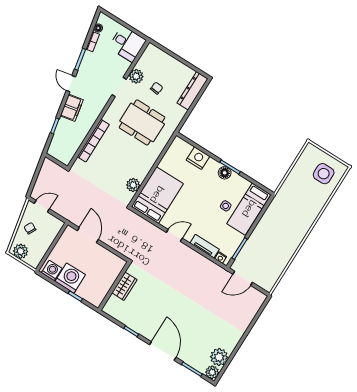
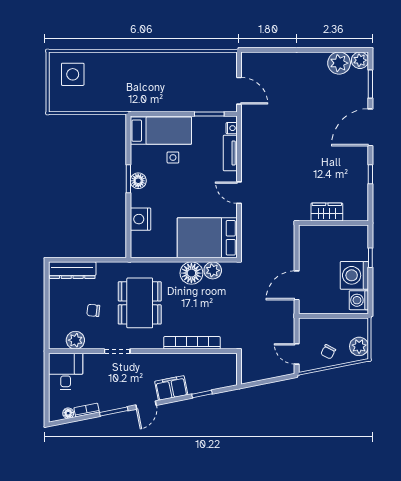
plant: (136, 76) -> (75, 340), moved
floor lamp: (140, 170) -> (191, 273), added

